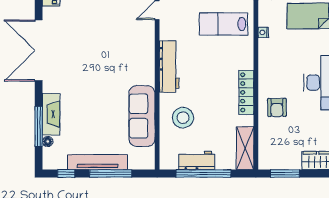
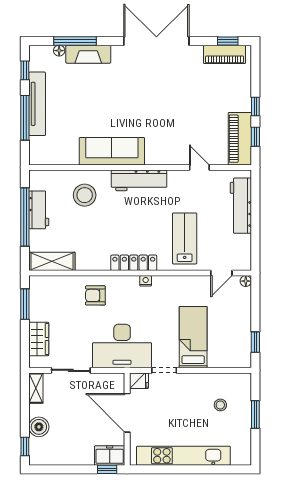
nightstand: (263, 32) -> (146, 281), moved
locker: (246, 92) -> (134, 263), moved
sofa: (142, 116) -> (112, 151), moved

